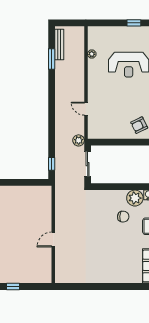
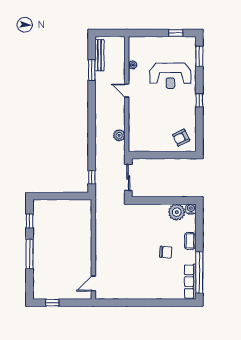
door: (86, 109) -> (127, 91), moved
plant: (79, 140) -> (119, 135), moved
chair: (123, 217) -> (166, 252), moved
door: (53, 239) -> (93, 284), moved

